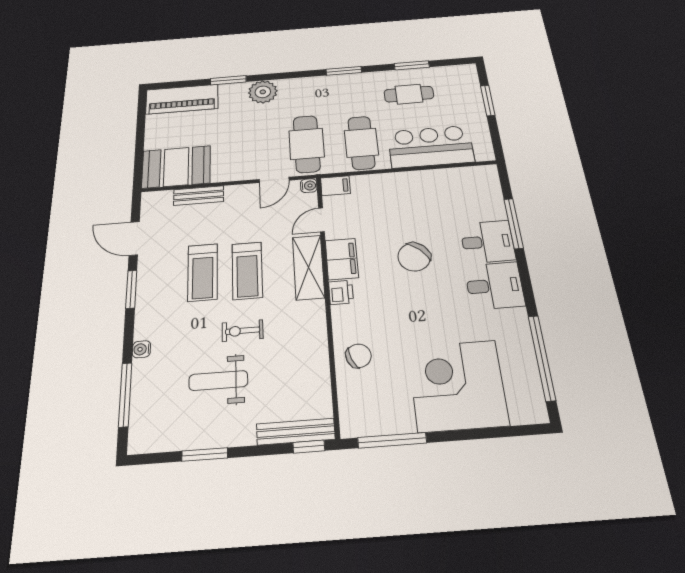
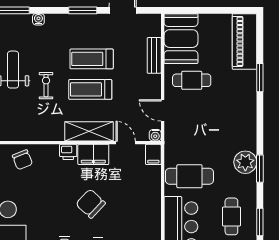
plant: (263, 92) -> (245, 162), moved
cafe table: (307, 144) -> (192, 80), moved, width x0.73, depth x0.74

